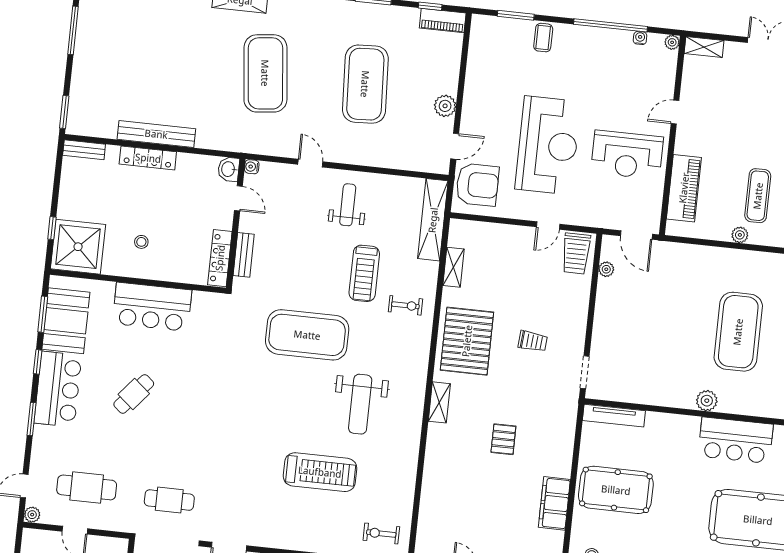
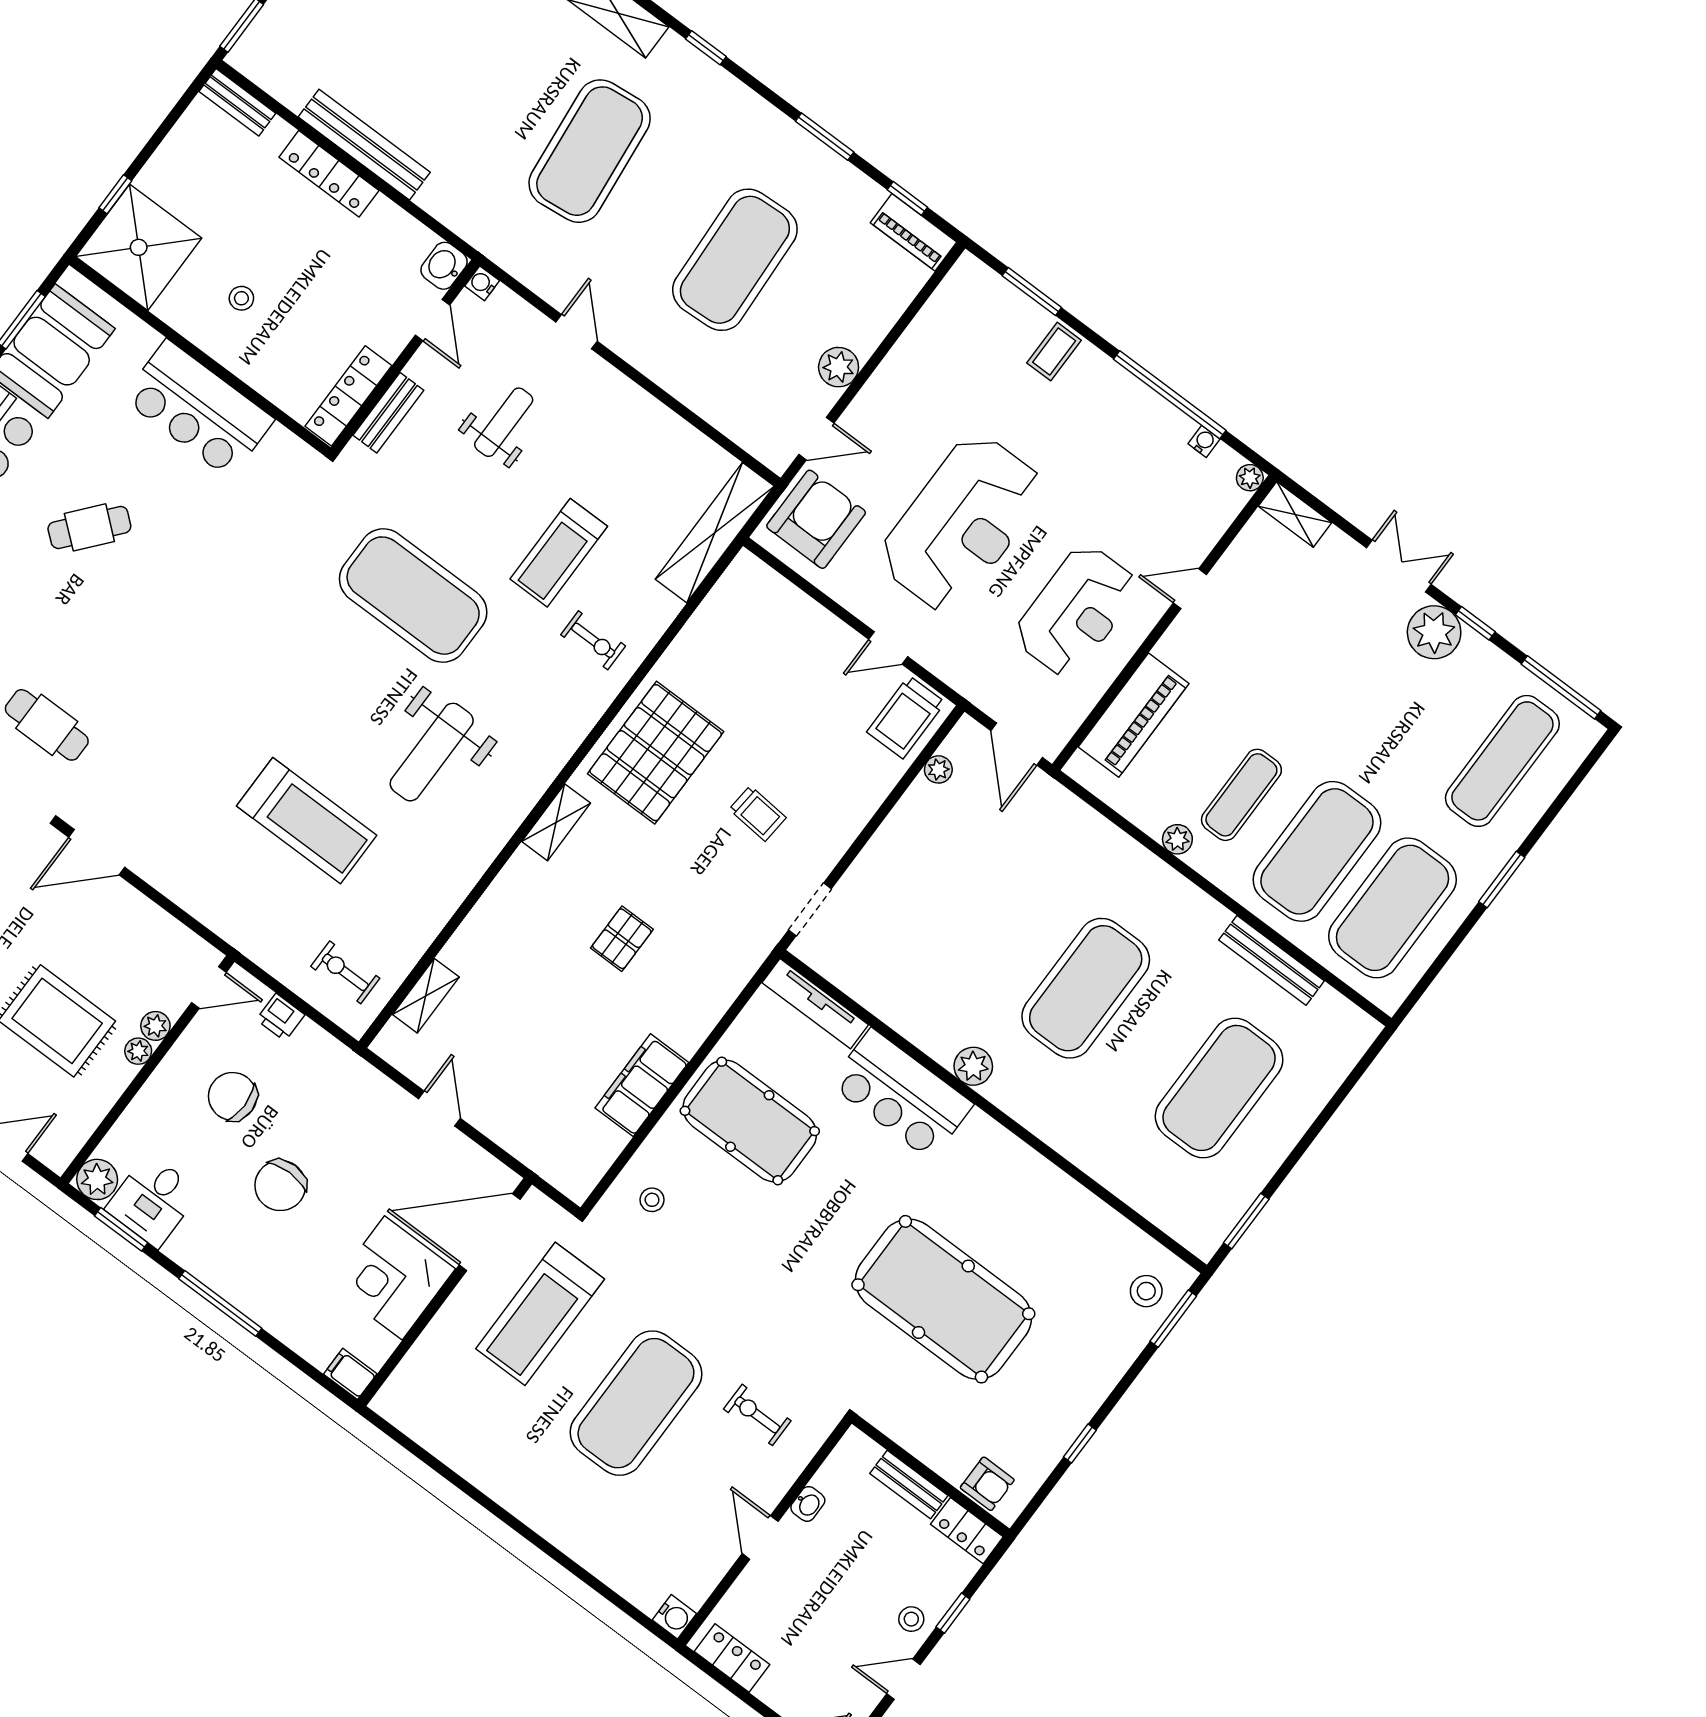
reception desk: (627, 155) -> (1076, 611), turned -90
armchair: (477, 185) -> (816, 519), turned -90
weight bench: (348, 205) -> (504, 422), moved
shelving: (453, 267) -> (426, 996), moved
bar counter: (736, 440) -> (901, 1094), moved

